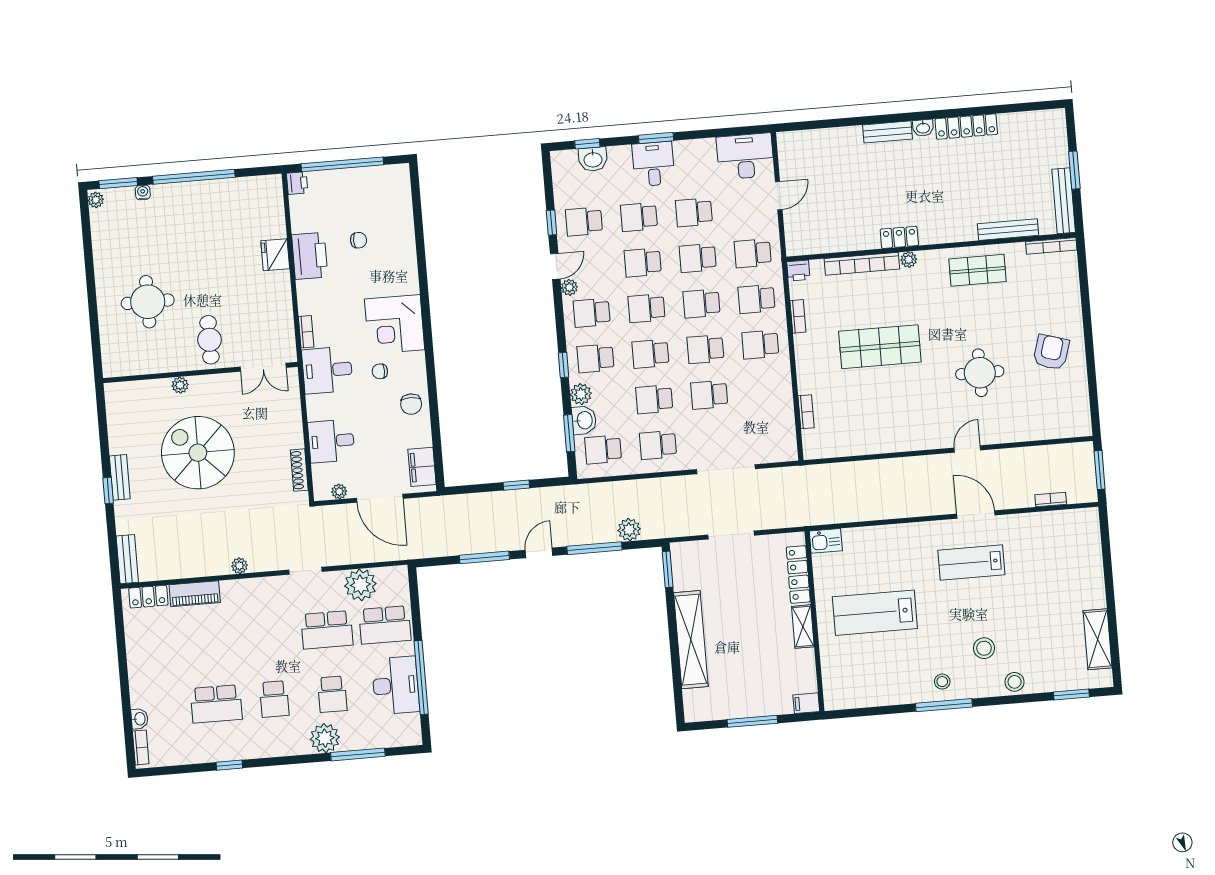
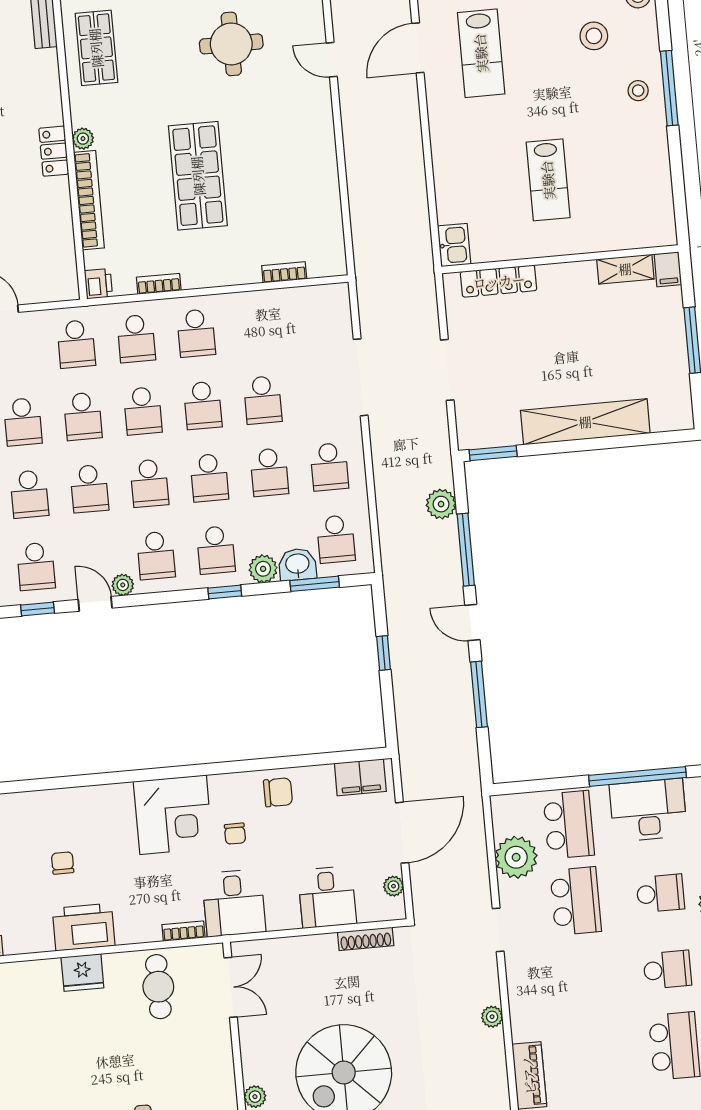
cafe table: (210, 340) -> (158, 987), moved, turned 90
lab bench: (875, 613) -> (548, 180), width x0.73, depth x0.72
shelving: (803, 627) -> (625, 269), moved

